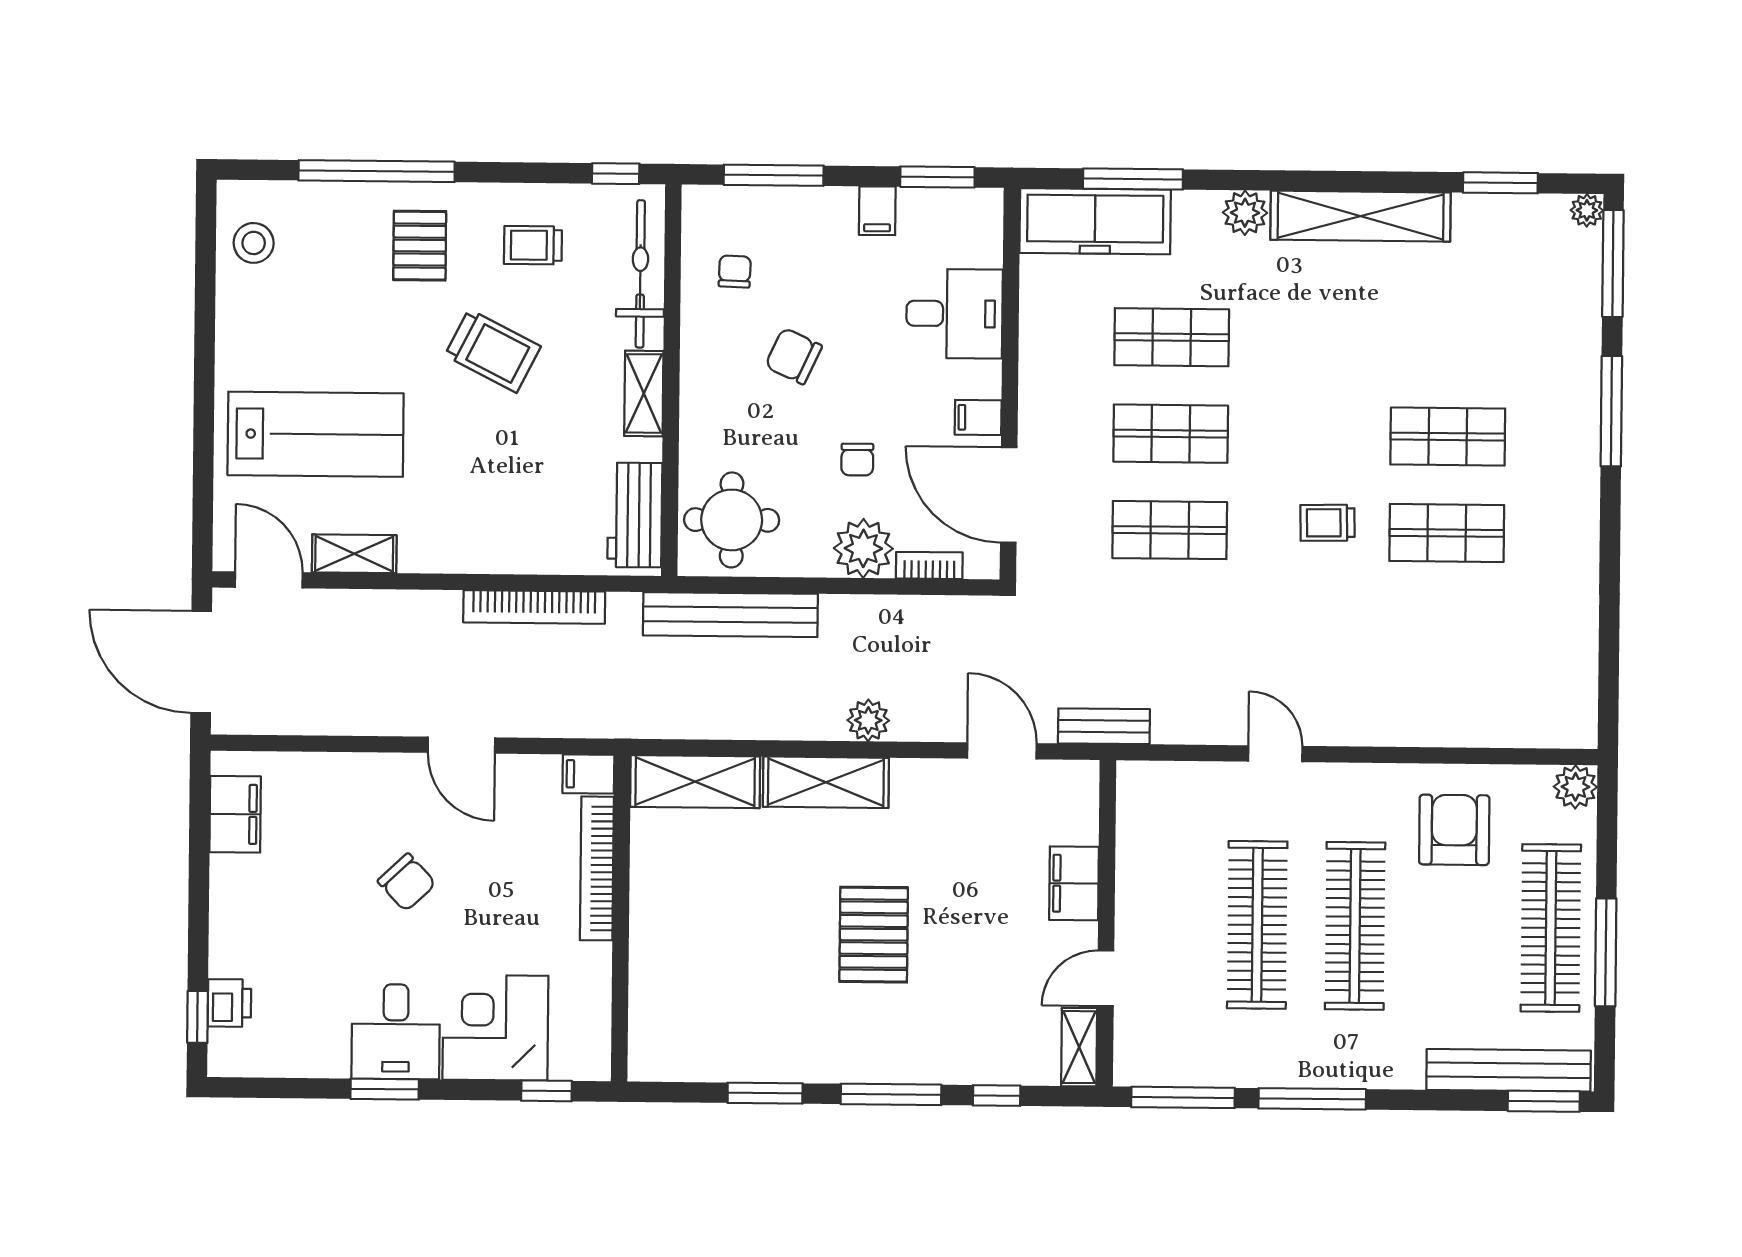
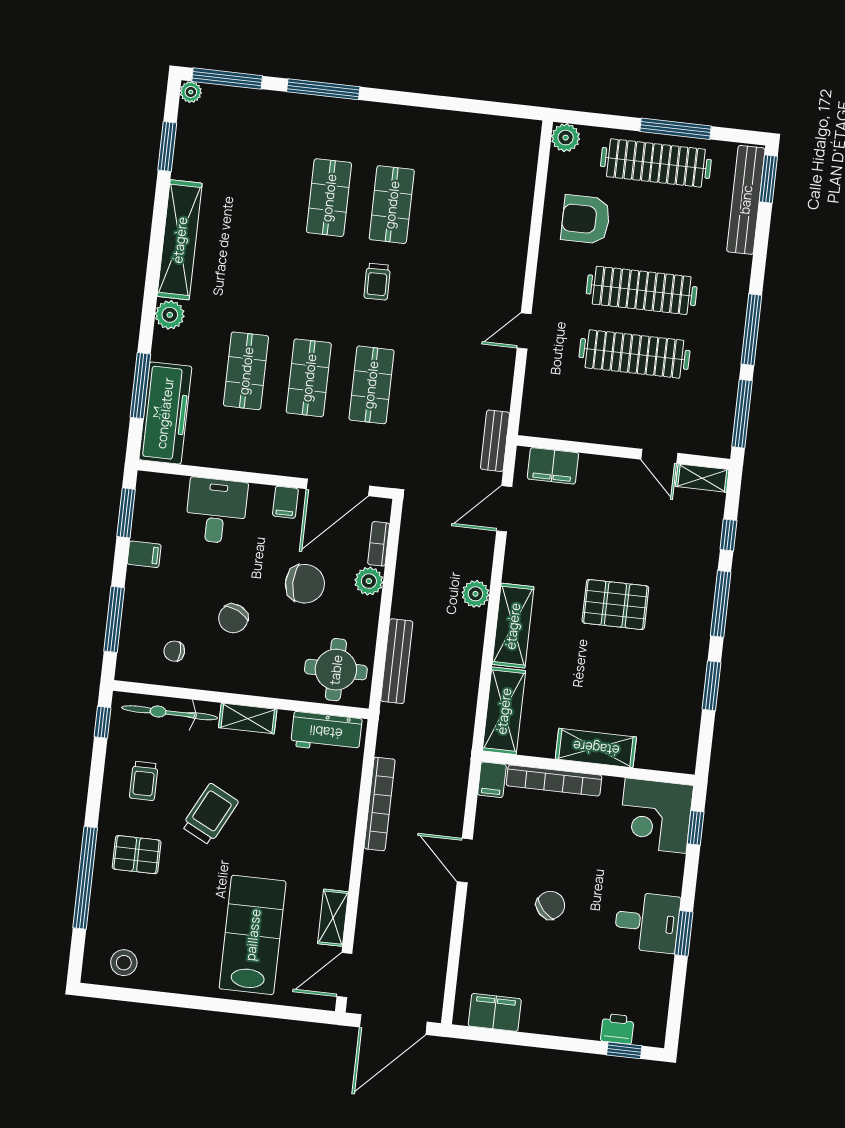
chair: (857, 460) -> (305, 584), width x1.87, depth x1.87
plant: (863, 548) -> (369, 581), width x0.73, depth x0.73
bench: (730, 615) -> (397, 661), width x0.73, depth x0.82
door: (461, 745) -> (465, 861), swing flipped
filing cabinet: (1074, 883) -> (553, 466), moved
shelving: (653, 927) -> (596, 748), added
corner desk: (495, 1028) -> (656, 816), moved

